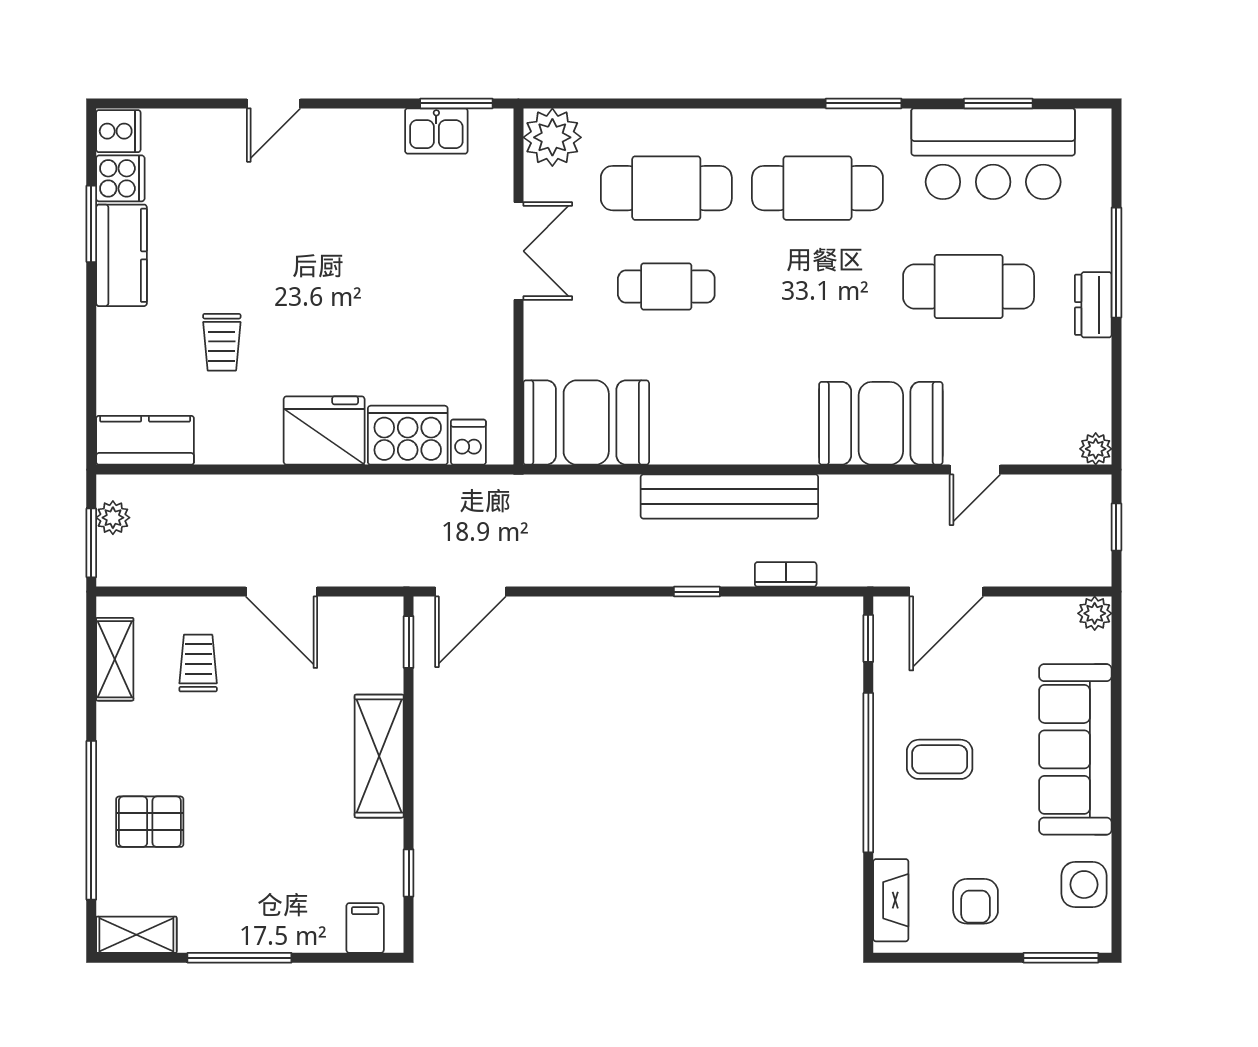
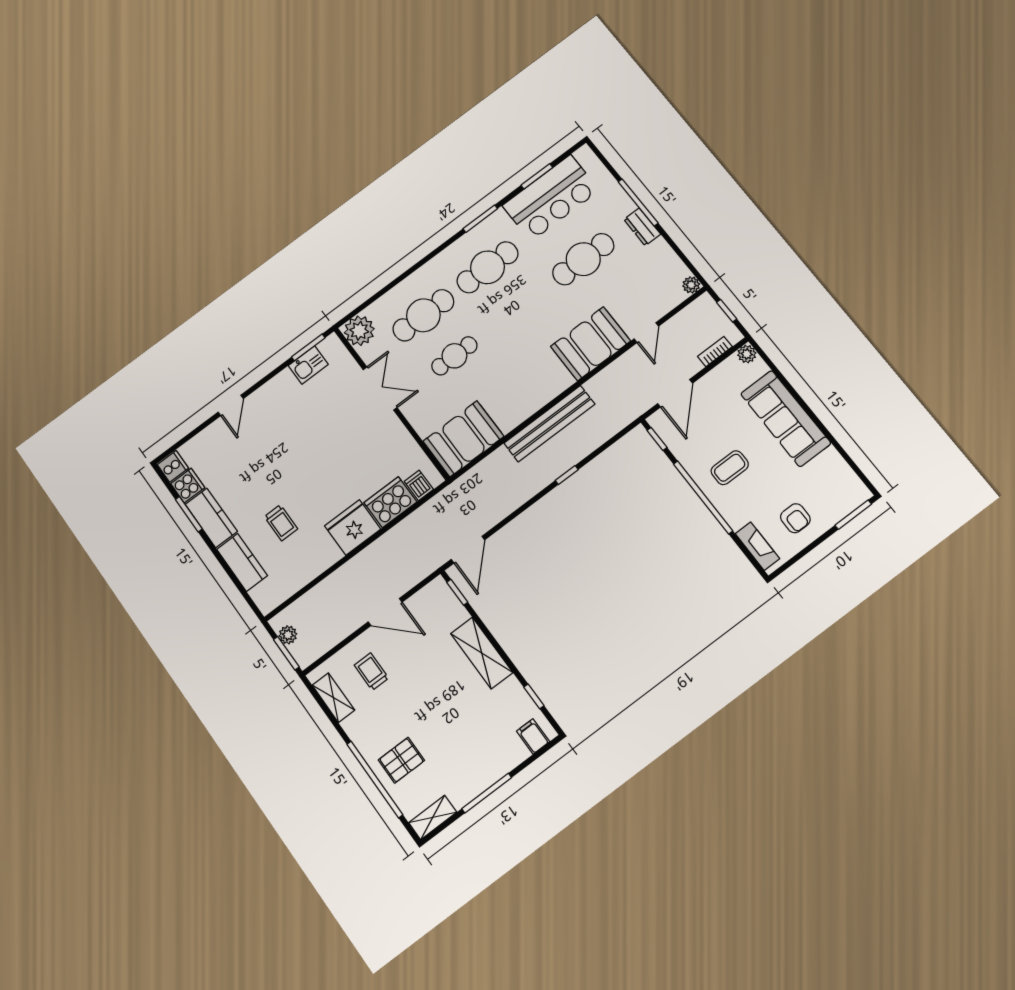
kitchen counter: (145, 440) -> (242, 562), moved, turned 90
bookcase: (786, 574) -> (715, 352), moved
side table: (1084, 885) -> (837, 474), removed

